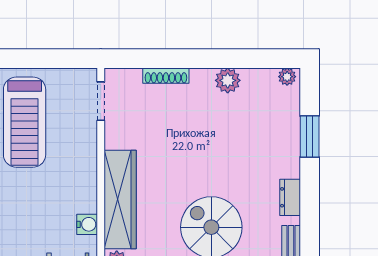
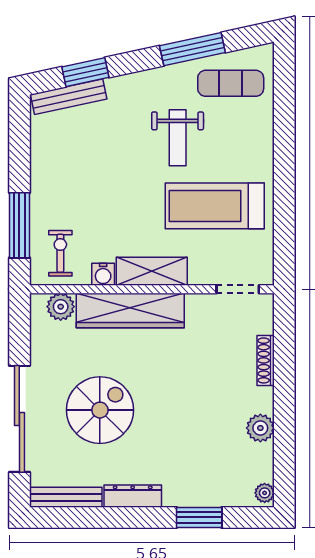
shelving: (84, 180) -> (152, 271), added
dresser: (290, 197) -> (133, 496), width x1.44

